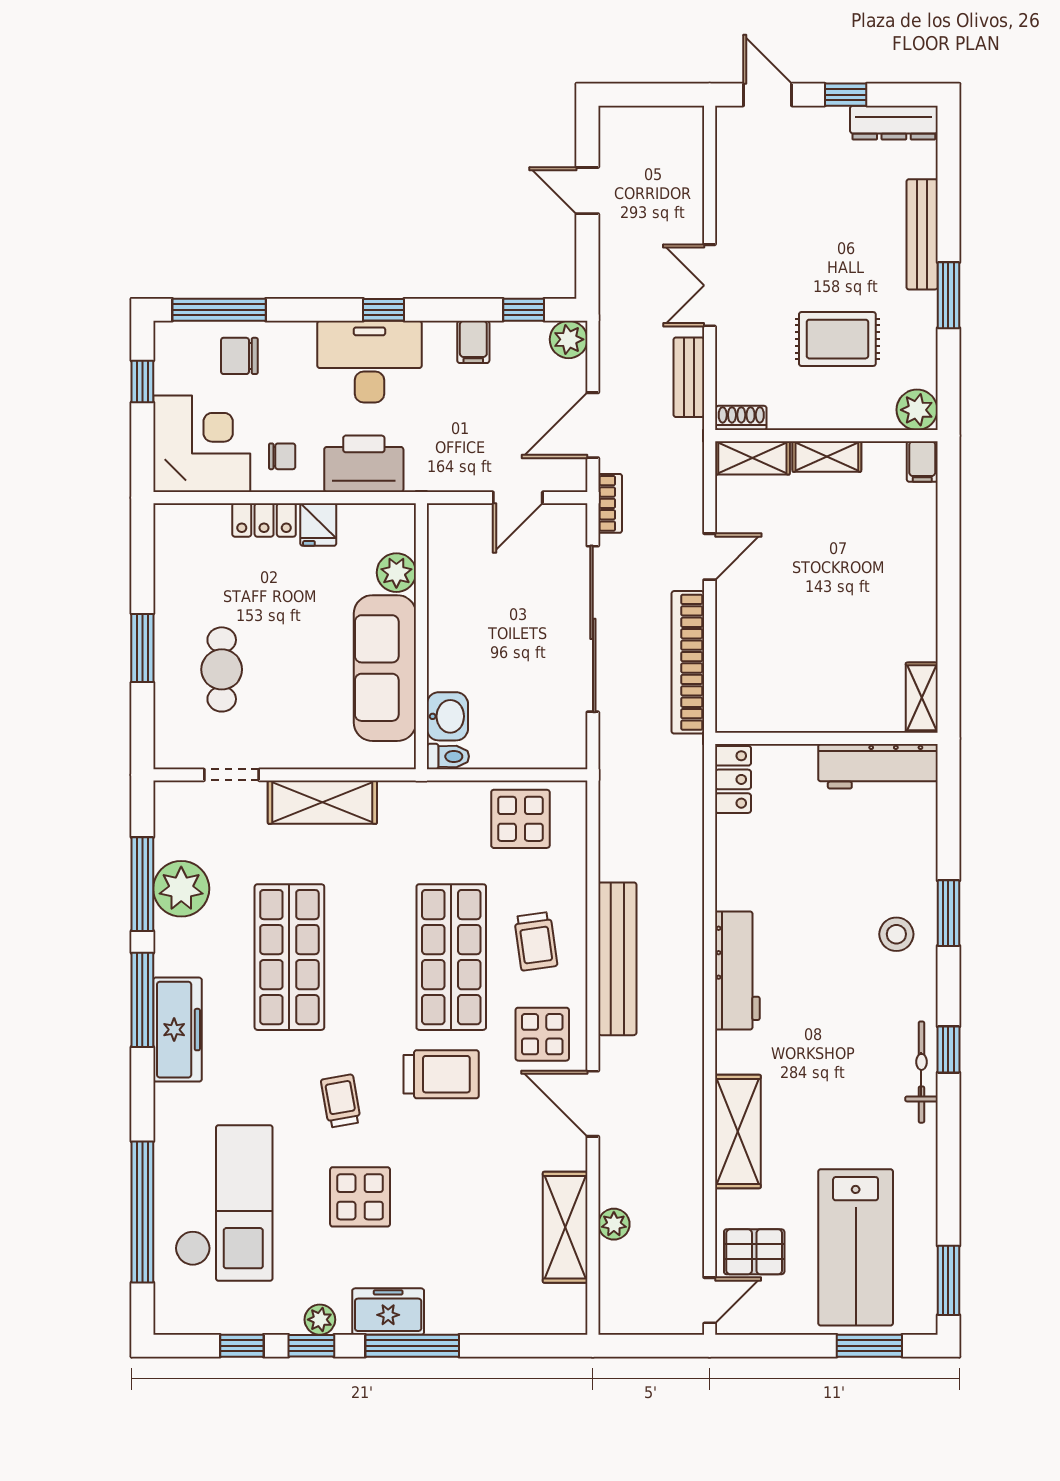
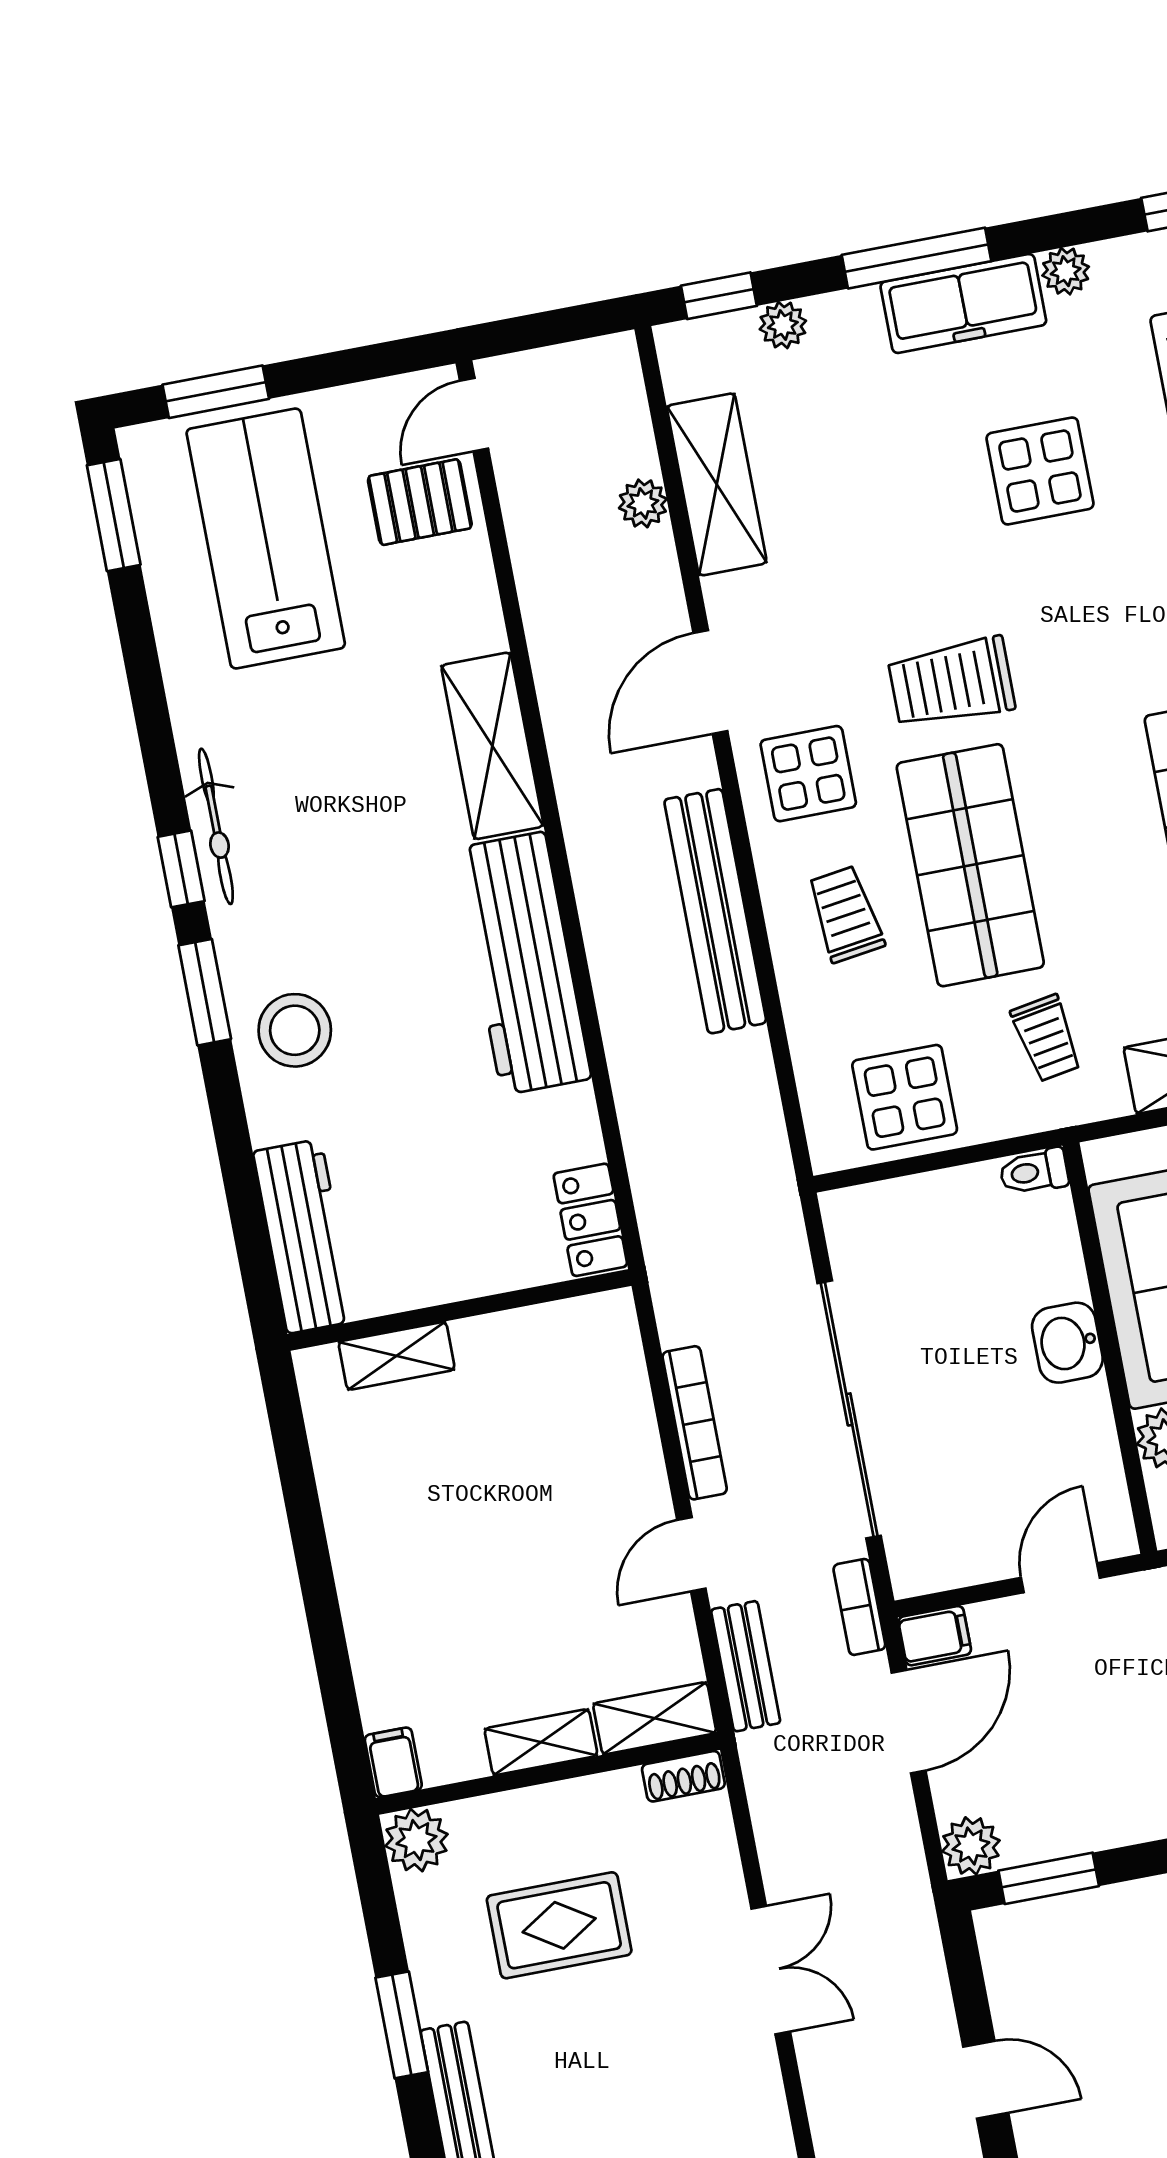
window: (524, 310) -> (1049, 1878), width x1.50
filing cabinet: (473, 342) -> (935, 1636), moved, turned 90
bench: (689, 377) -> (746, 1666), moved
door: (518, 498) -> (1060, 1578), moved
bookcase: (688, 662) -> (695, 1423), width x0.68, depth x0.76
shelving: (922, 698) -> (397, 1356), moved, turned 90
washbasin: (447, 716) -> (1067, 1343), moved
workbench: (878, 766) -> (304, 1236), moved, turned 90
window: (948, 913) -> (205, 992), moved
stool: (896, 934) -> (295, 1030), width x1.38, depth x1.38
workbench: (737, 970) -> (523, 963), width x1.36, depth x1.32
trolley: (341, 1101) -> (1047, 1038), moved
door: (593, 1104) -> (710, 682), swing flipped
shelving: (738, 1131) -> (492, 746), moved
freezer: (388, 1312) -> (963, 304), width x1.40
plant: (504, 1320) -> (783, 325), added
window: (311, 1346) -> (719, 296), moved

